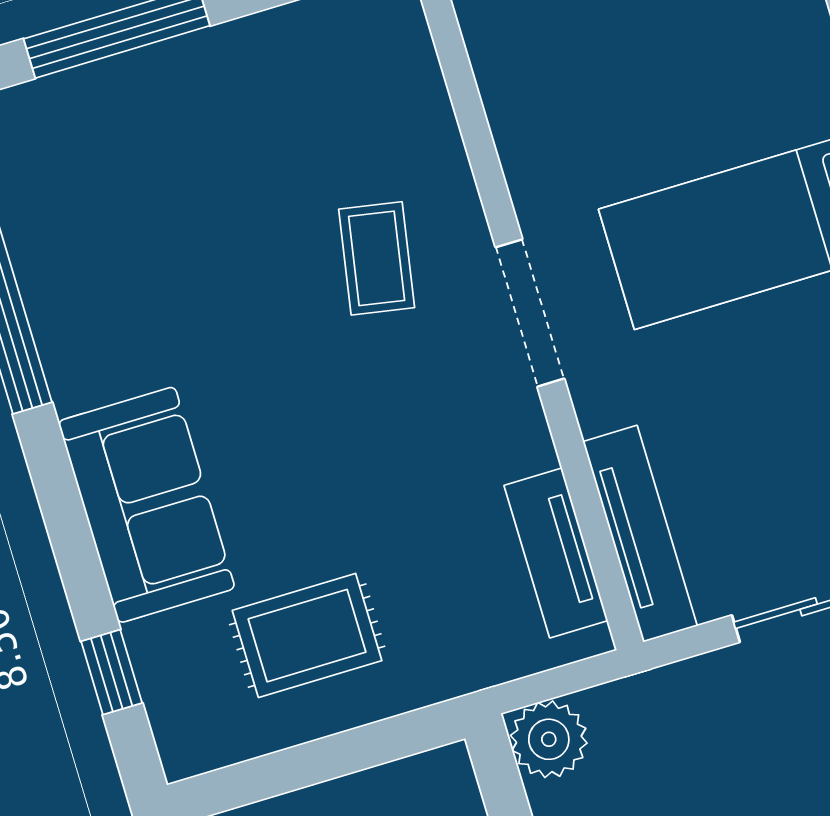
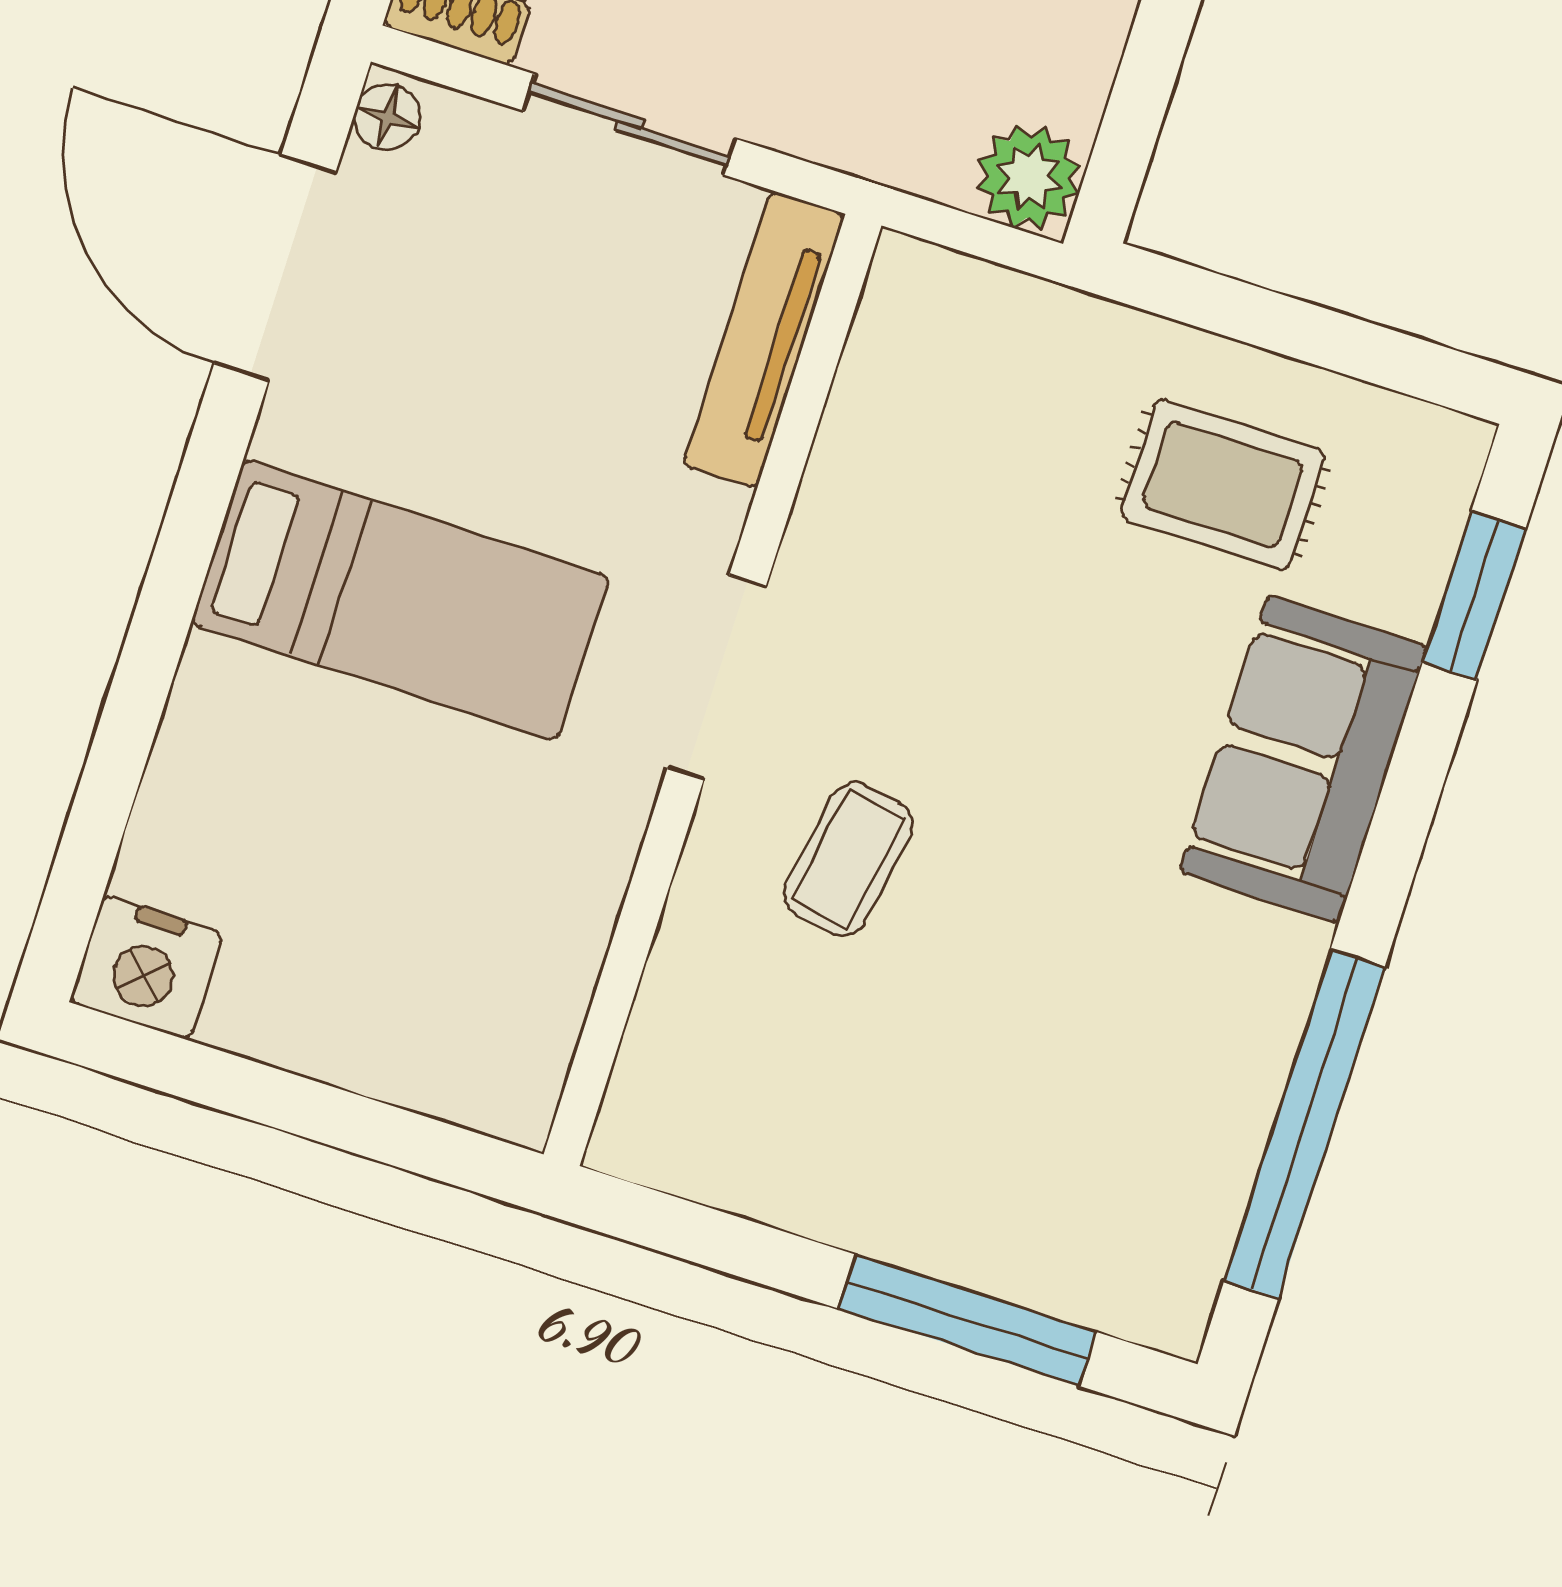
tv unit: (556, 553) -> (875, 384), removed
window: (112, 672) -> (1474, 596), width x1.50

